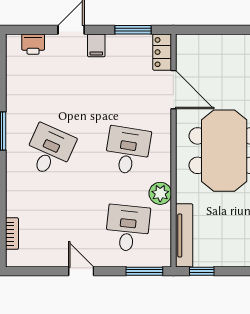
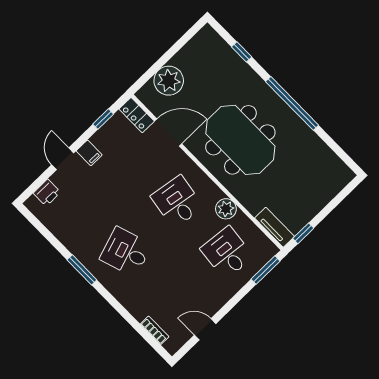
window: (133, 30) -> (103, 119), width x0.67
plant: (213, 50) -> (169, 81), added
desk: (49, 151) -> (126, 252), turned -42
tv unit: (184, 235) -> (275, 227), width x0.71
door: (81, 271) -> (205, 329), moved

